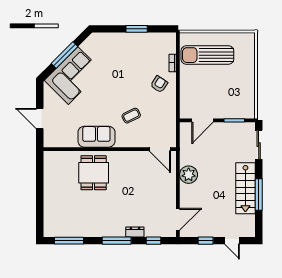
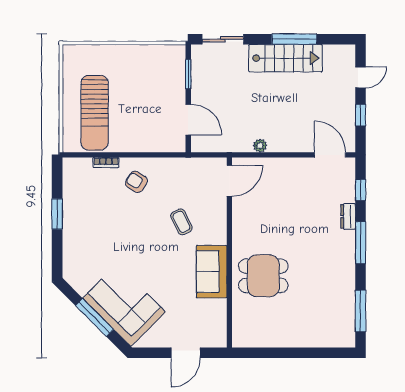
plant: (189, 175) -> (260, 146), width x0.53, depth x0.53

